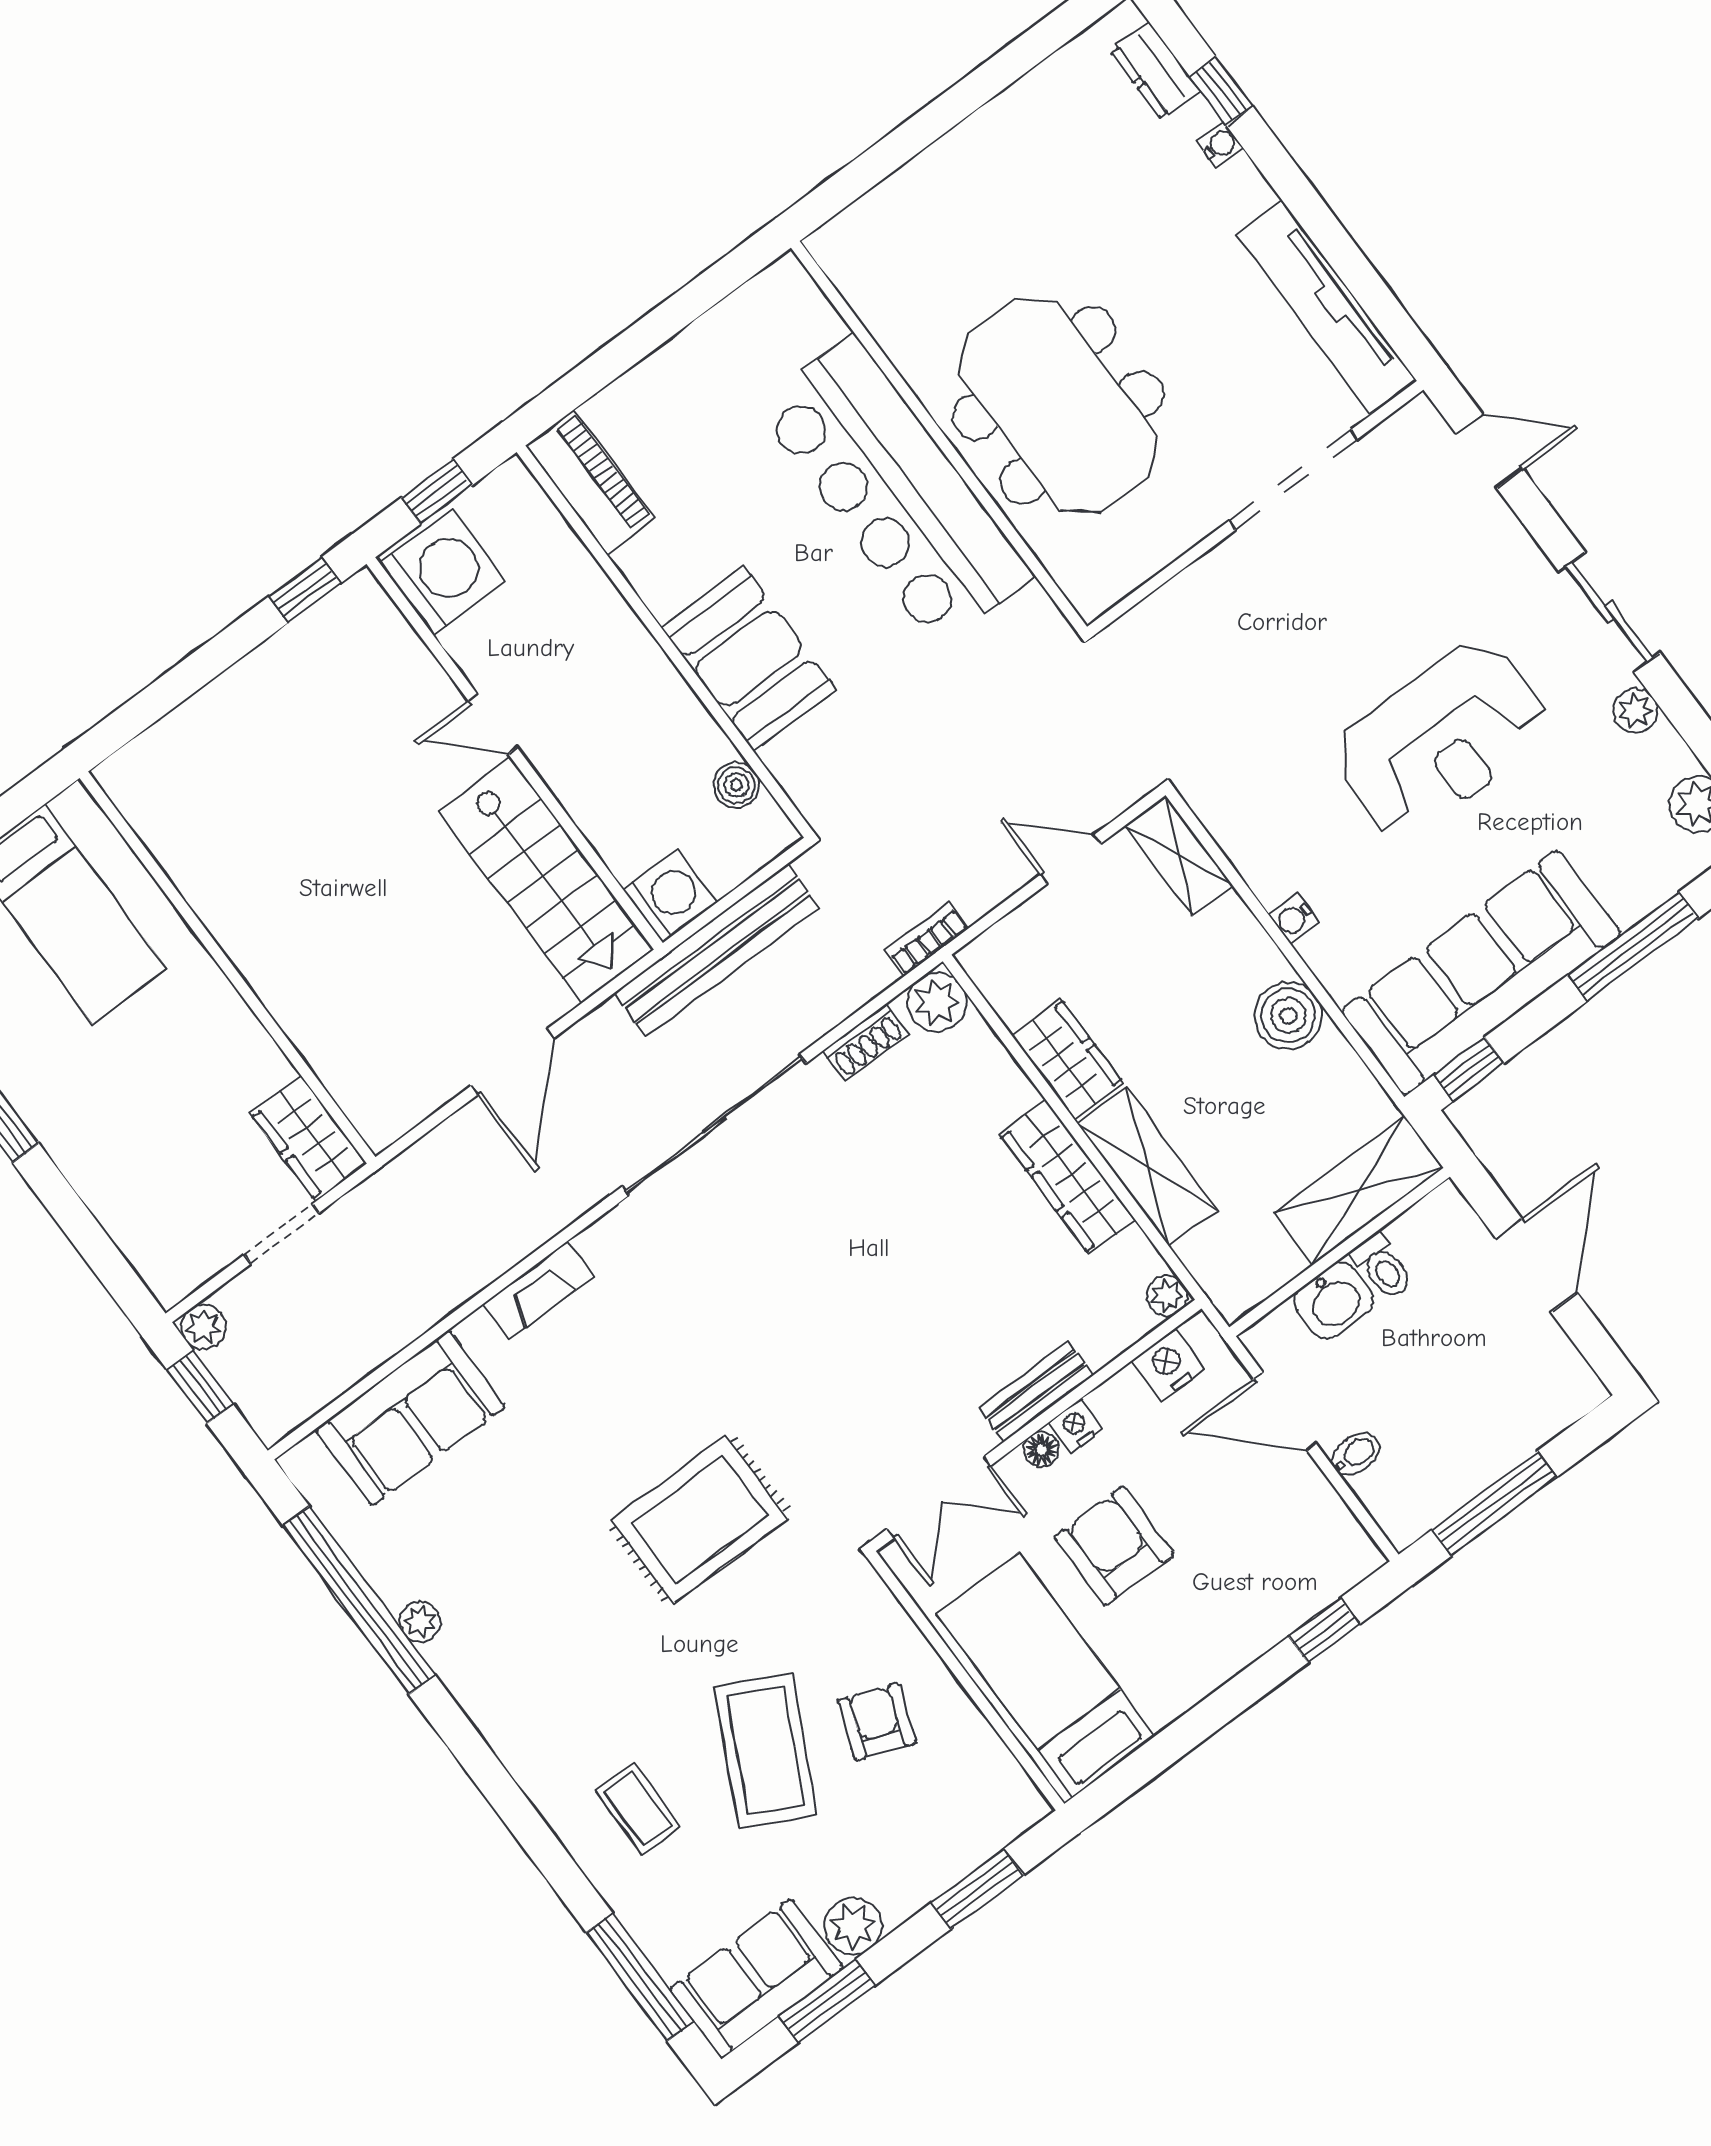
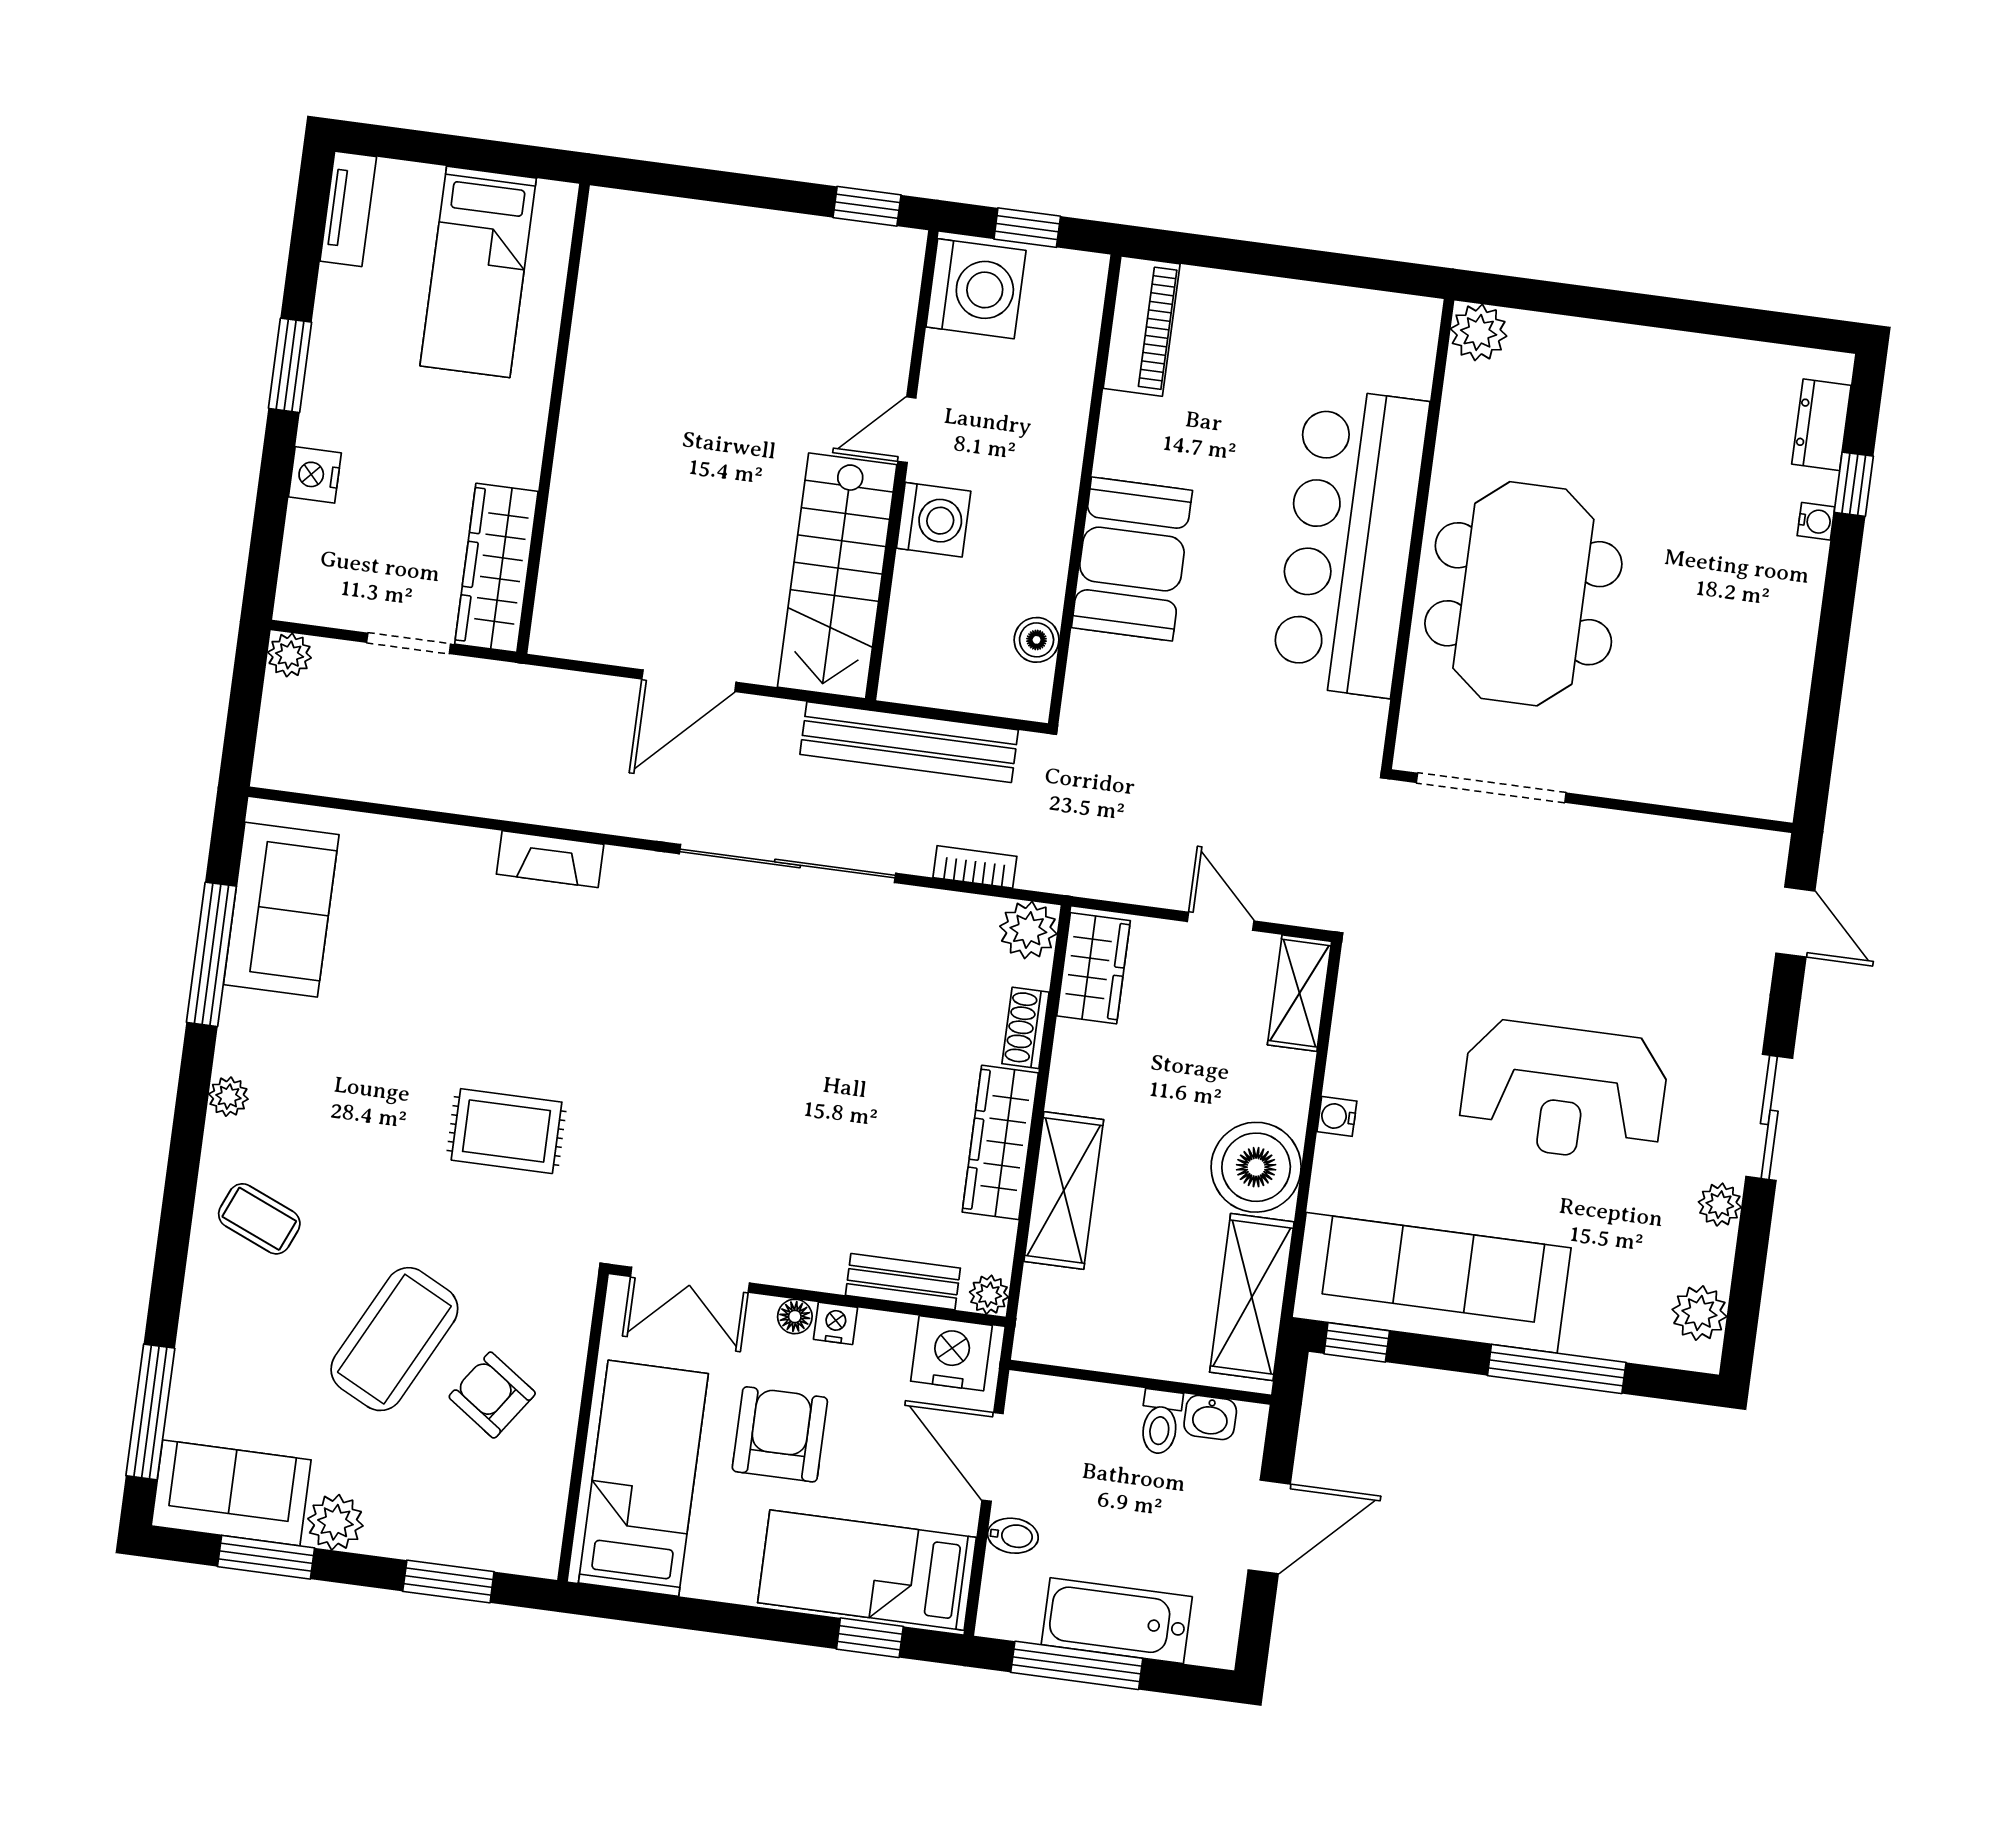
plant: (840, 247) -> (1479, 332), added
tv unit: (1326, 307) -> (1779, 708), removed
doorway: (1293, 480) -> (1491, 788), moved
door: (493, 724) -> (907, 430), hinge flipped
washing machine: (670, 896) -> (934, 520), moved
bookcase: (927, 939) -> (975, 867), moved
boiler: (1288, 1016) -> (1256, 1167), width x1.37, depth x1.37
shoe rack: (866, 1042) -> (1026, 1028), moved, turned 90
wardrobe: (1068, 1059) -> (1093, 968), moved
wardrobe: (308, 1139) -> (496, 568), width x1.50
nightstand: (94, 1178) -> (315, 475), added
shelving: (1359, 1190) -> (1252, 1297), moved, turned 90
washbasin: (1334, 1300) -> (1210, 1418), moved, width x0.72, depth x0.69
nightstand: (1169, 1364) -> (951, 1353), width x1.36, depth x1.33
window: (200, 1387) -> (246, 695), removed
bench: (1036, 1392) -> (903, 1282), moved
sofa: (410, 1418) -> (281, 910), moved, turned -90
bathtub: (1492, 1442) -> (1117, 1621), added
rug: (700, 1519) -> (507, 1131), width x0.73, depth x0.70
bed: (1274, 1583) -> (867, 1570), added
window: (359, 1600) -> (211, 954), width x0.68
plant: (420, 1622) -> (228, 1097), moved
armchair: (877, 1722) -> (492, 1395), turned -75
coffee table: (638, 1809) -> (259, 1219), moved, turned -67

